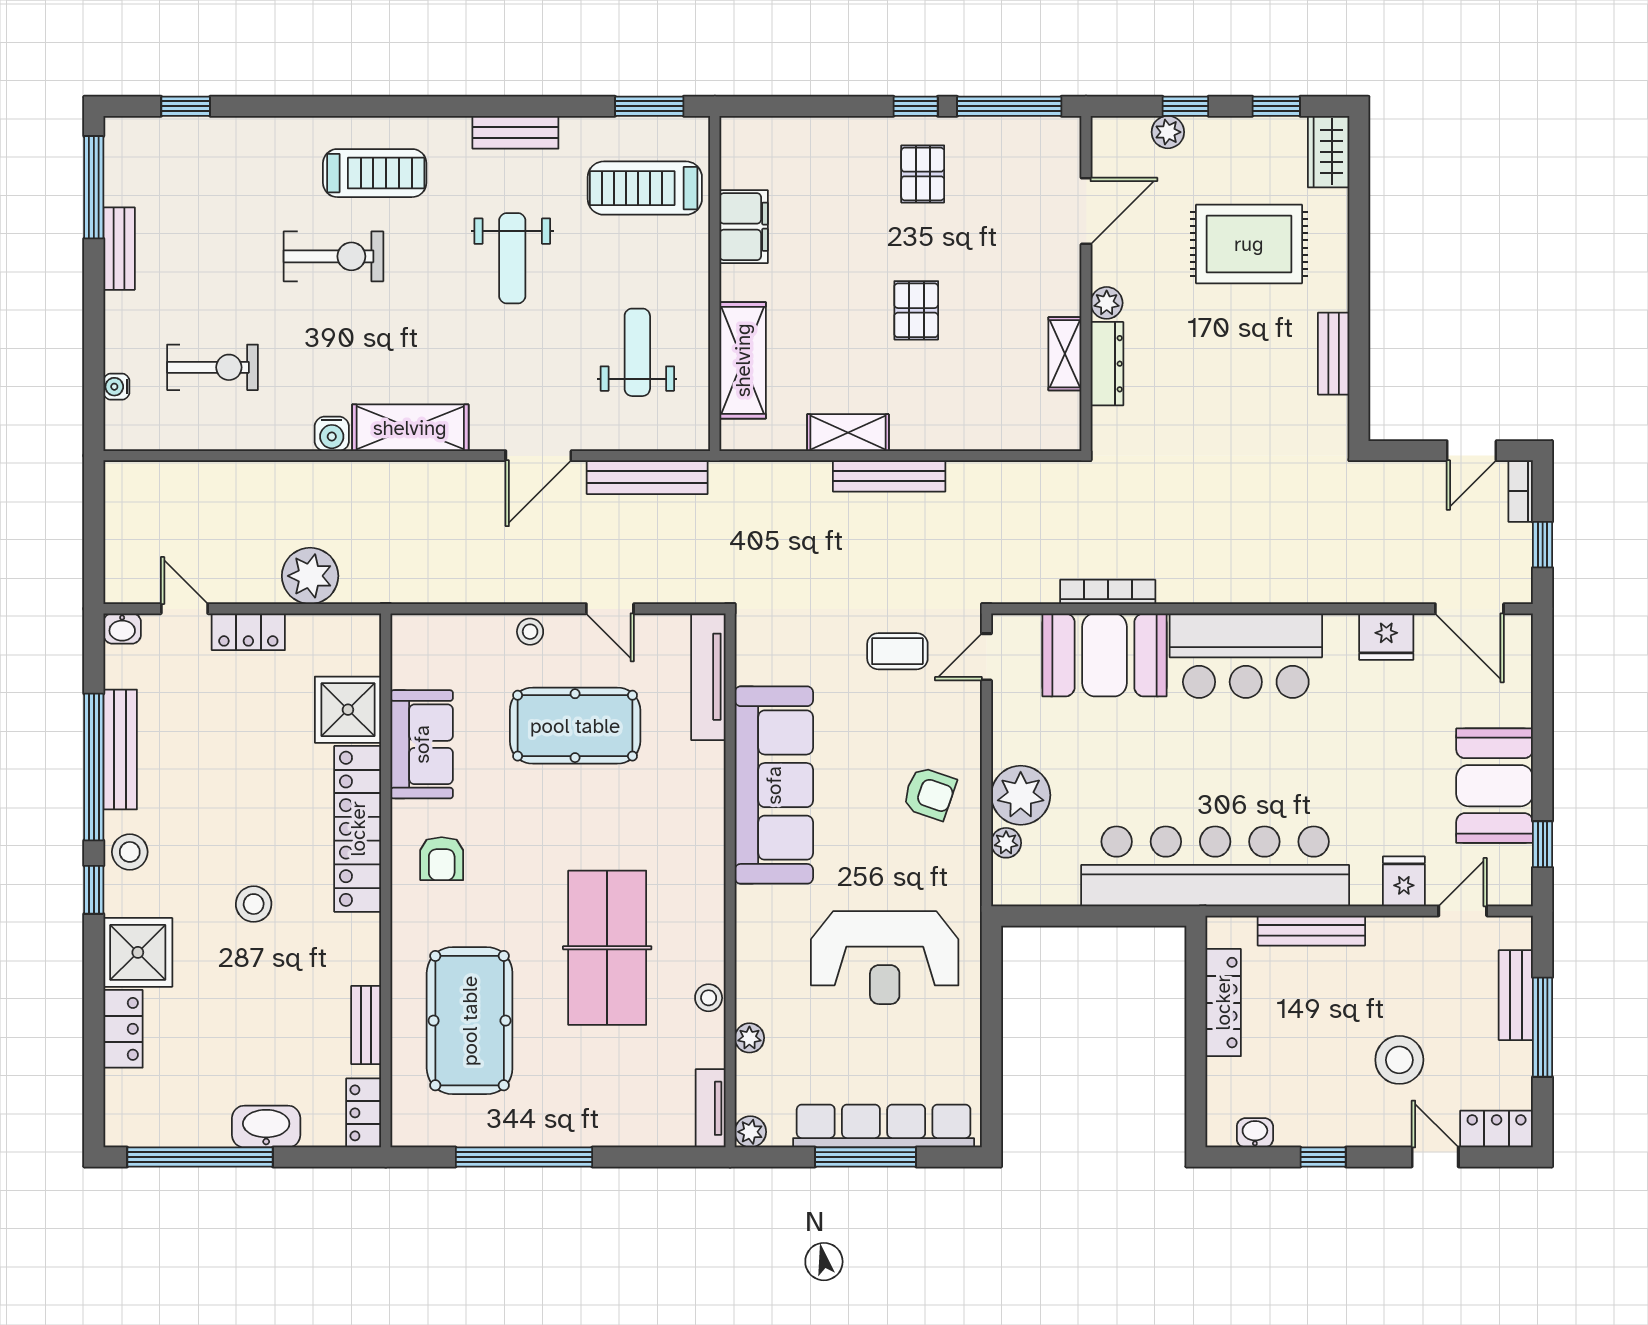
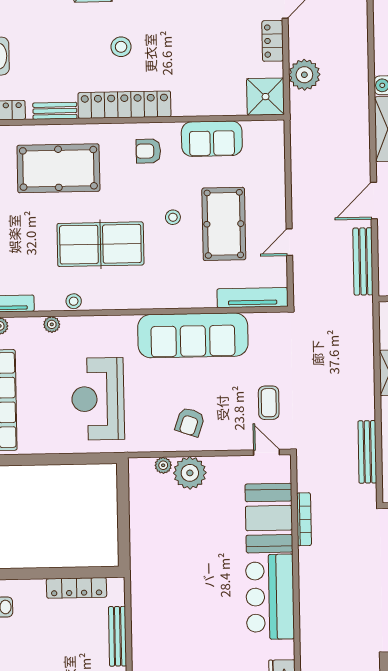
door: (538, 456) -> (374, 201), hinge flipped
bench: (889, 476) -> (367, 452), moved
stool: (530, 632) -> (173, 217), moved
shower: (348, 710) -> (266, 97), moved
locker: (358, 829) -> (124, 105), moved
bar counter: (1215, 866) -> (152, 582), removed

